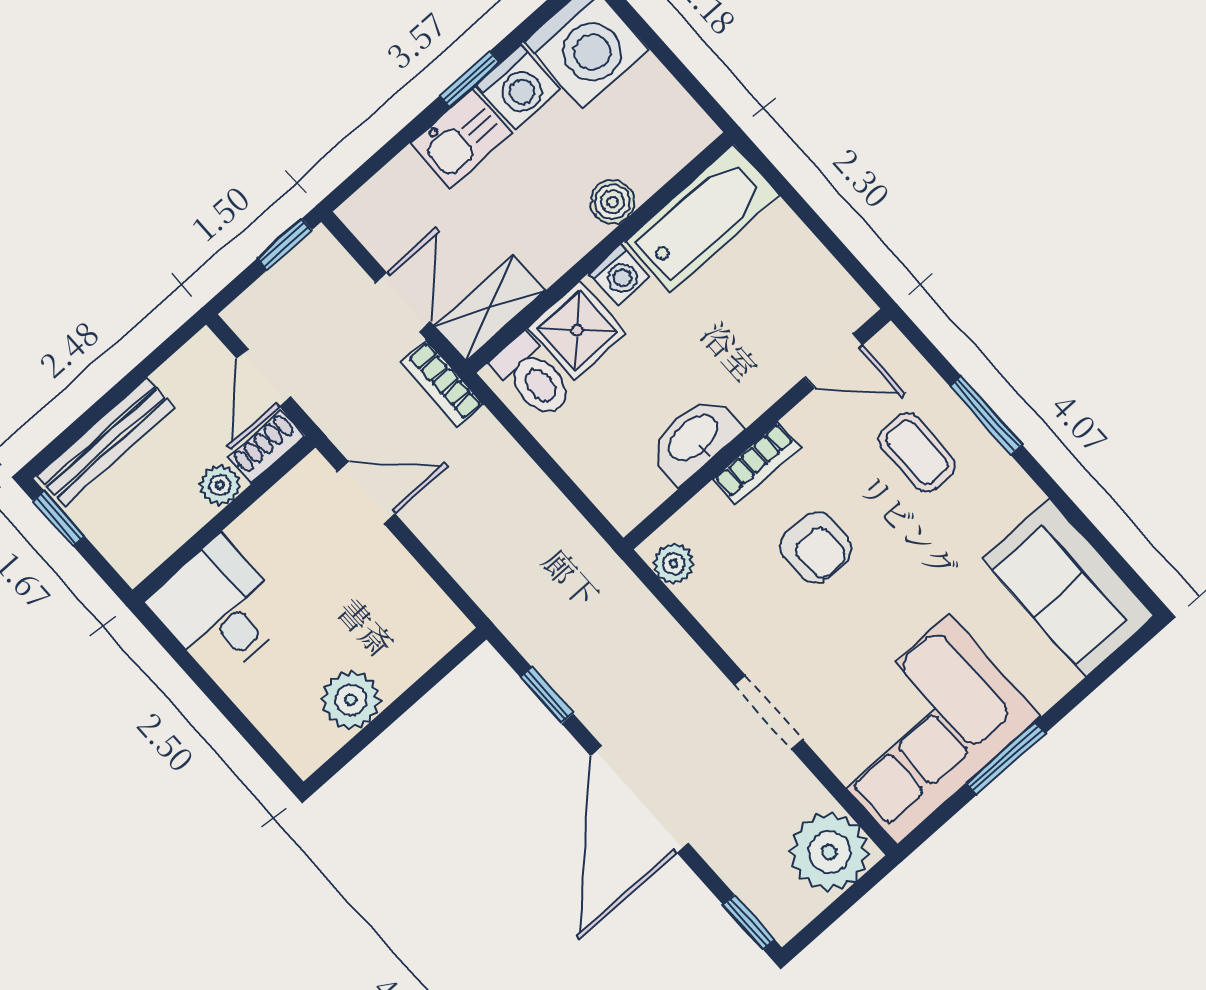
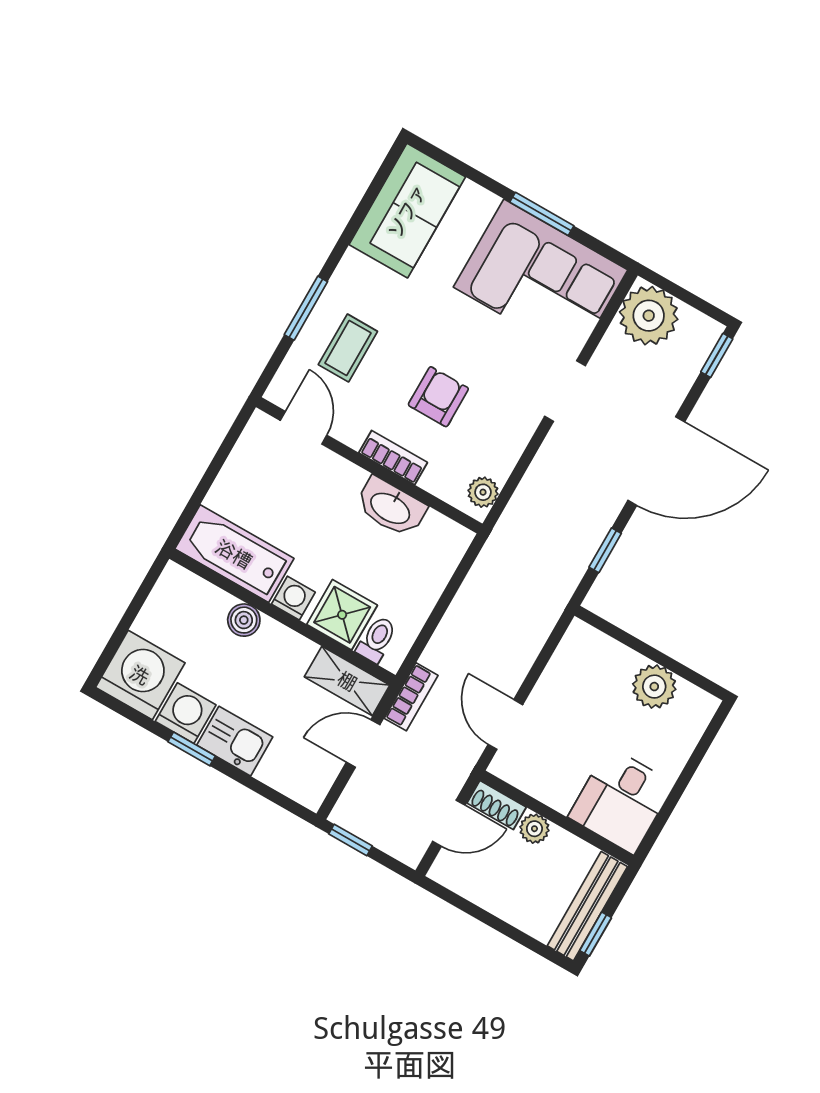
toilet: (533, 377) -> (377, 639), width x0.73, depth x0.72
bench: (106, 442) -> (587, 906), moved, turned 90

